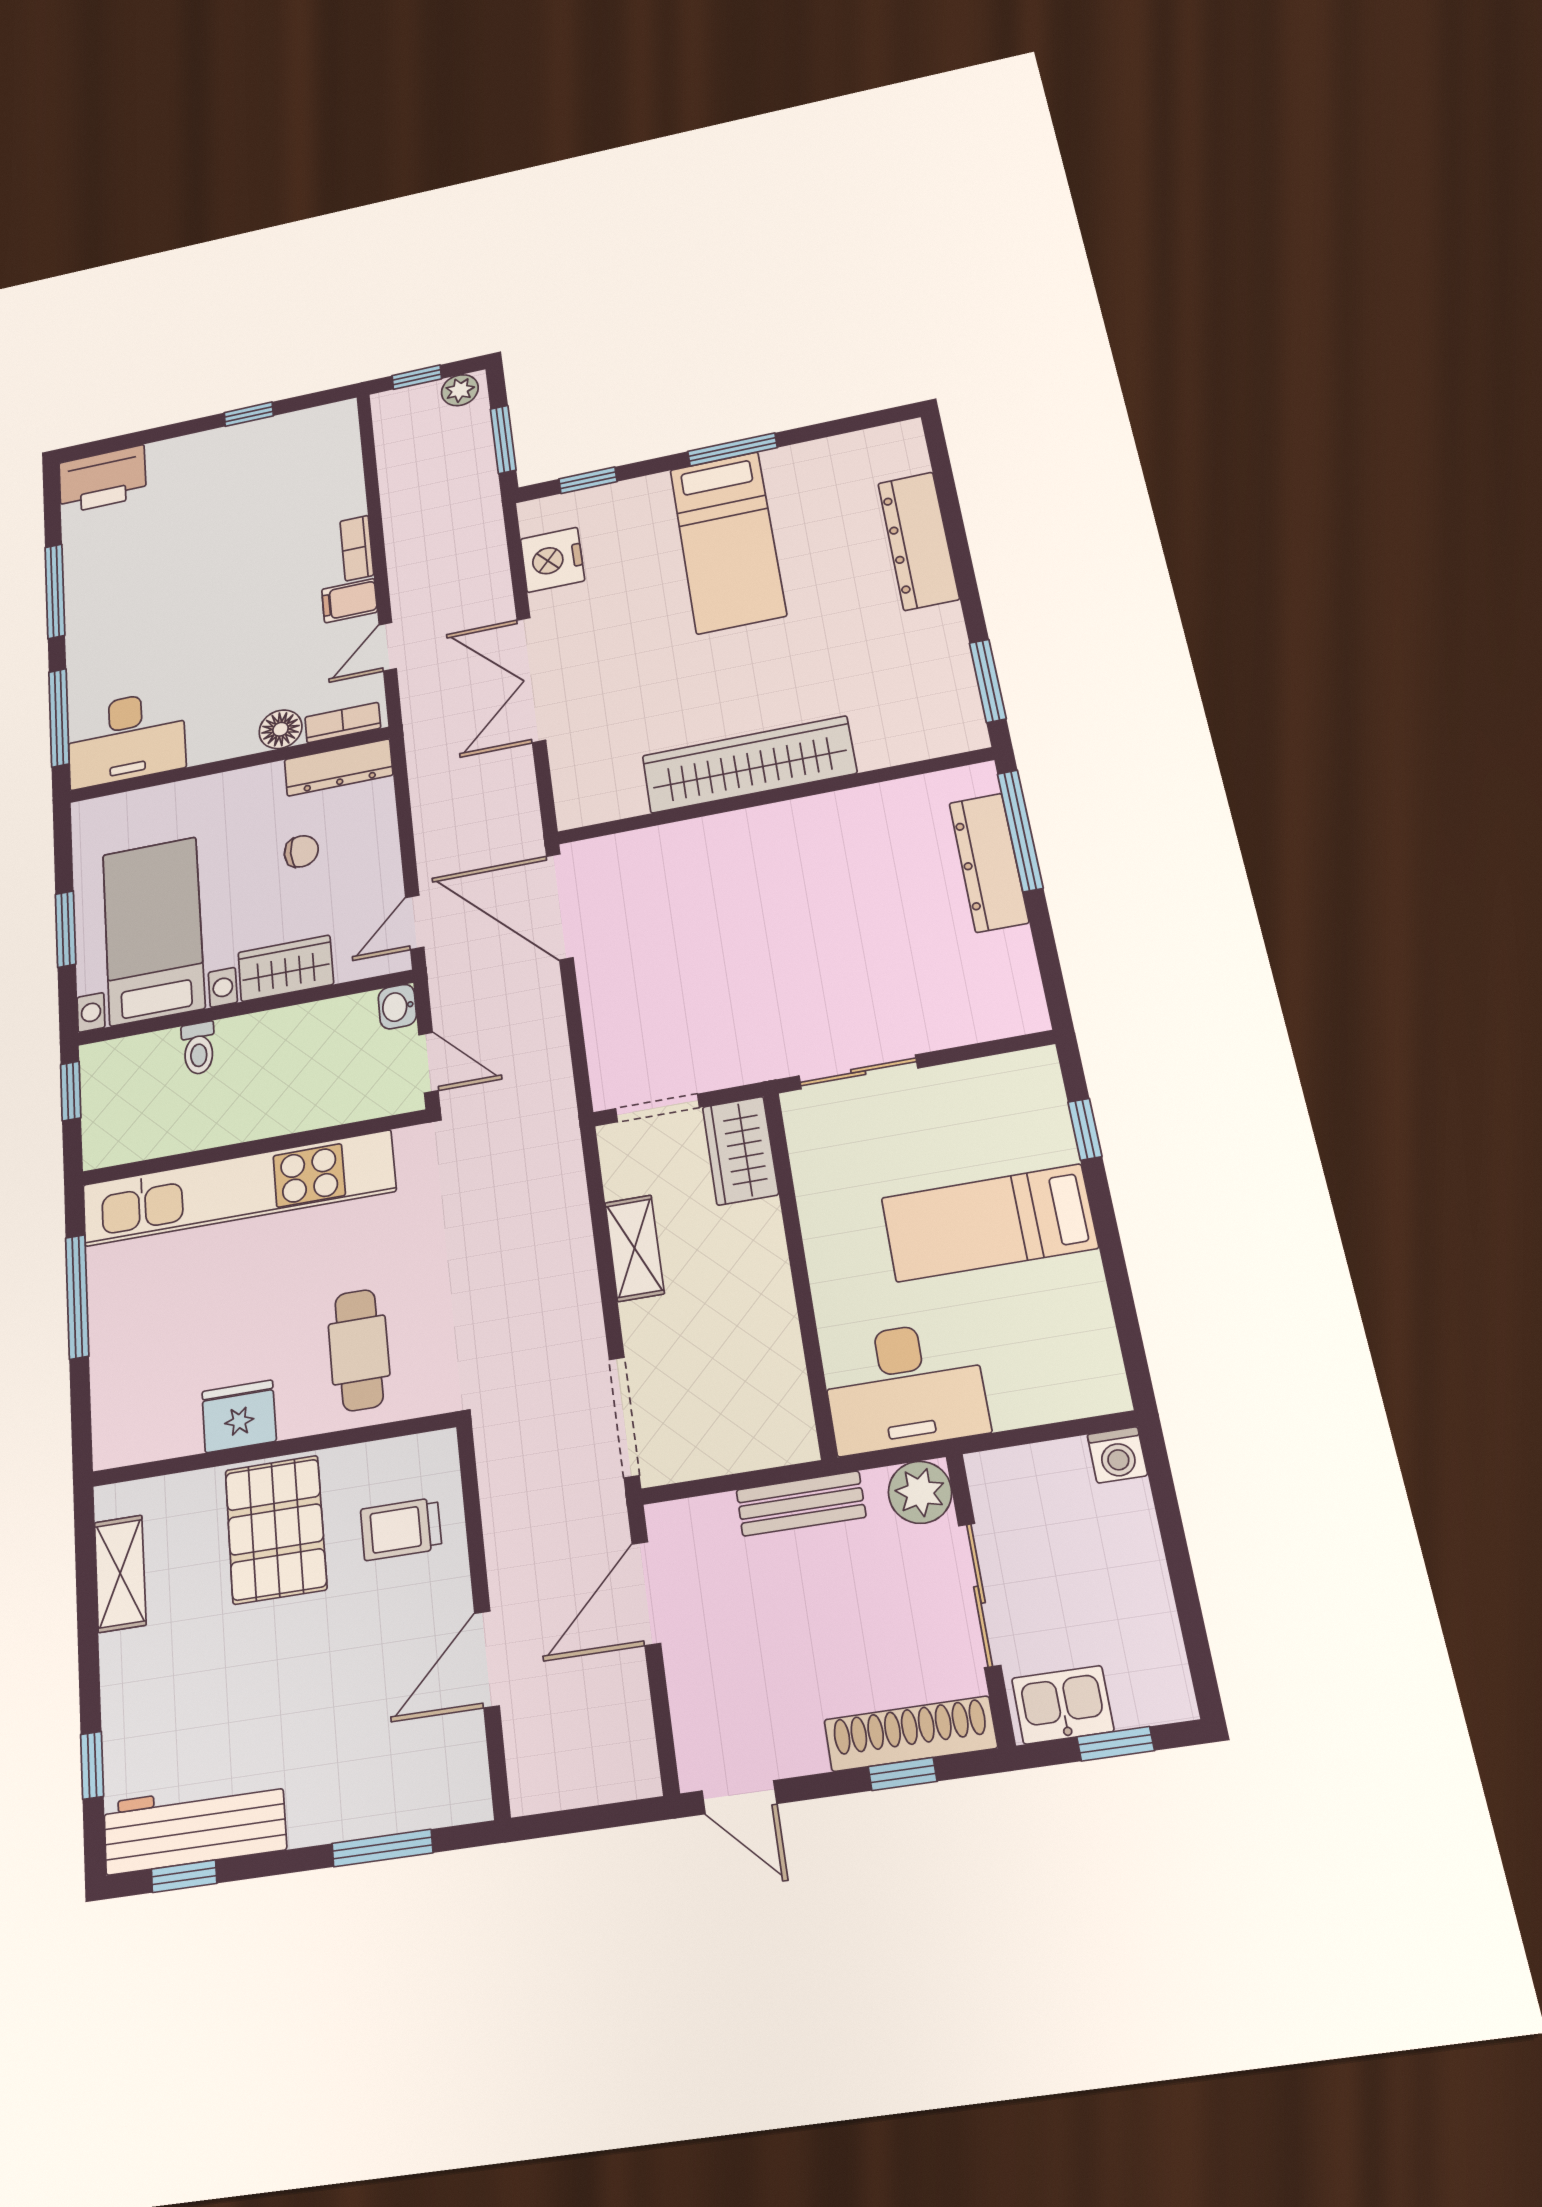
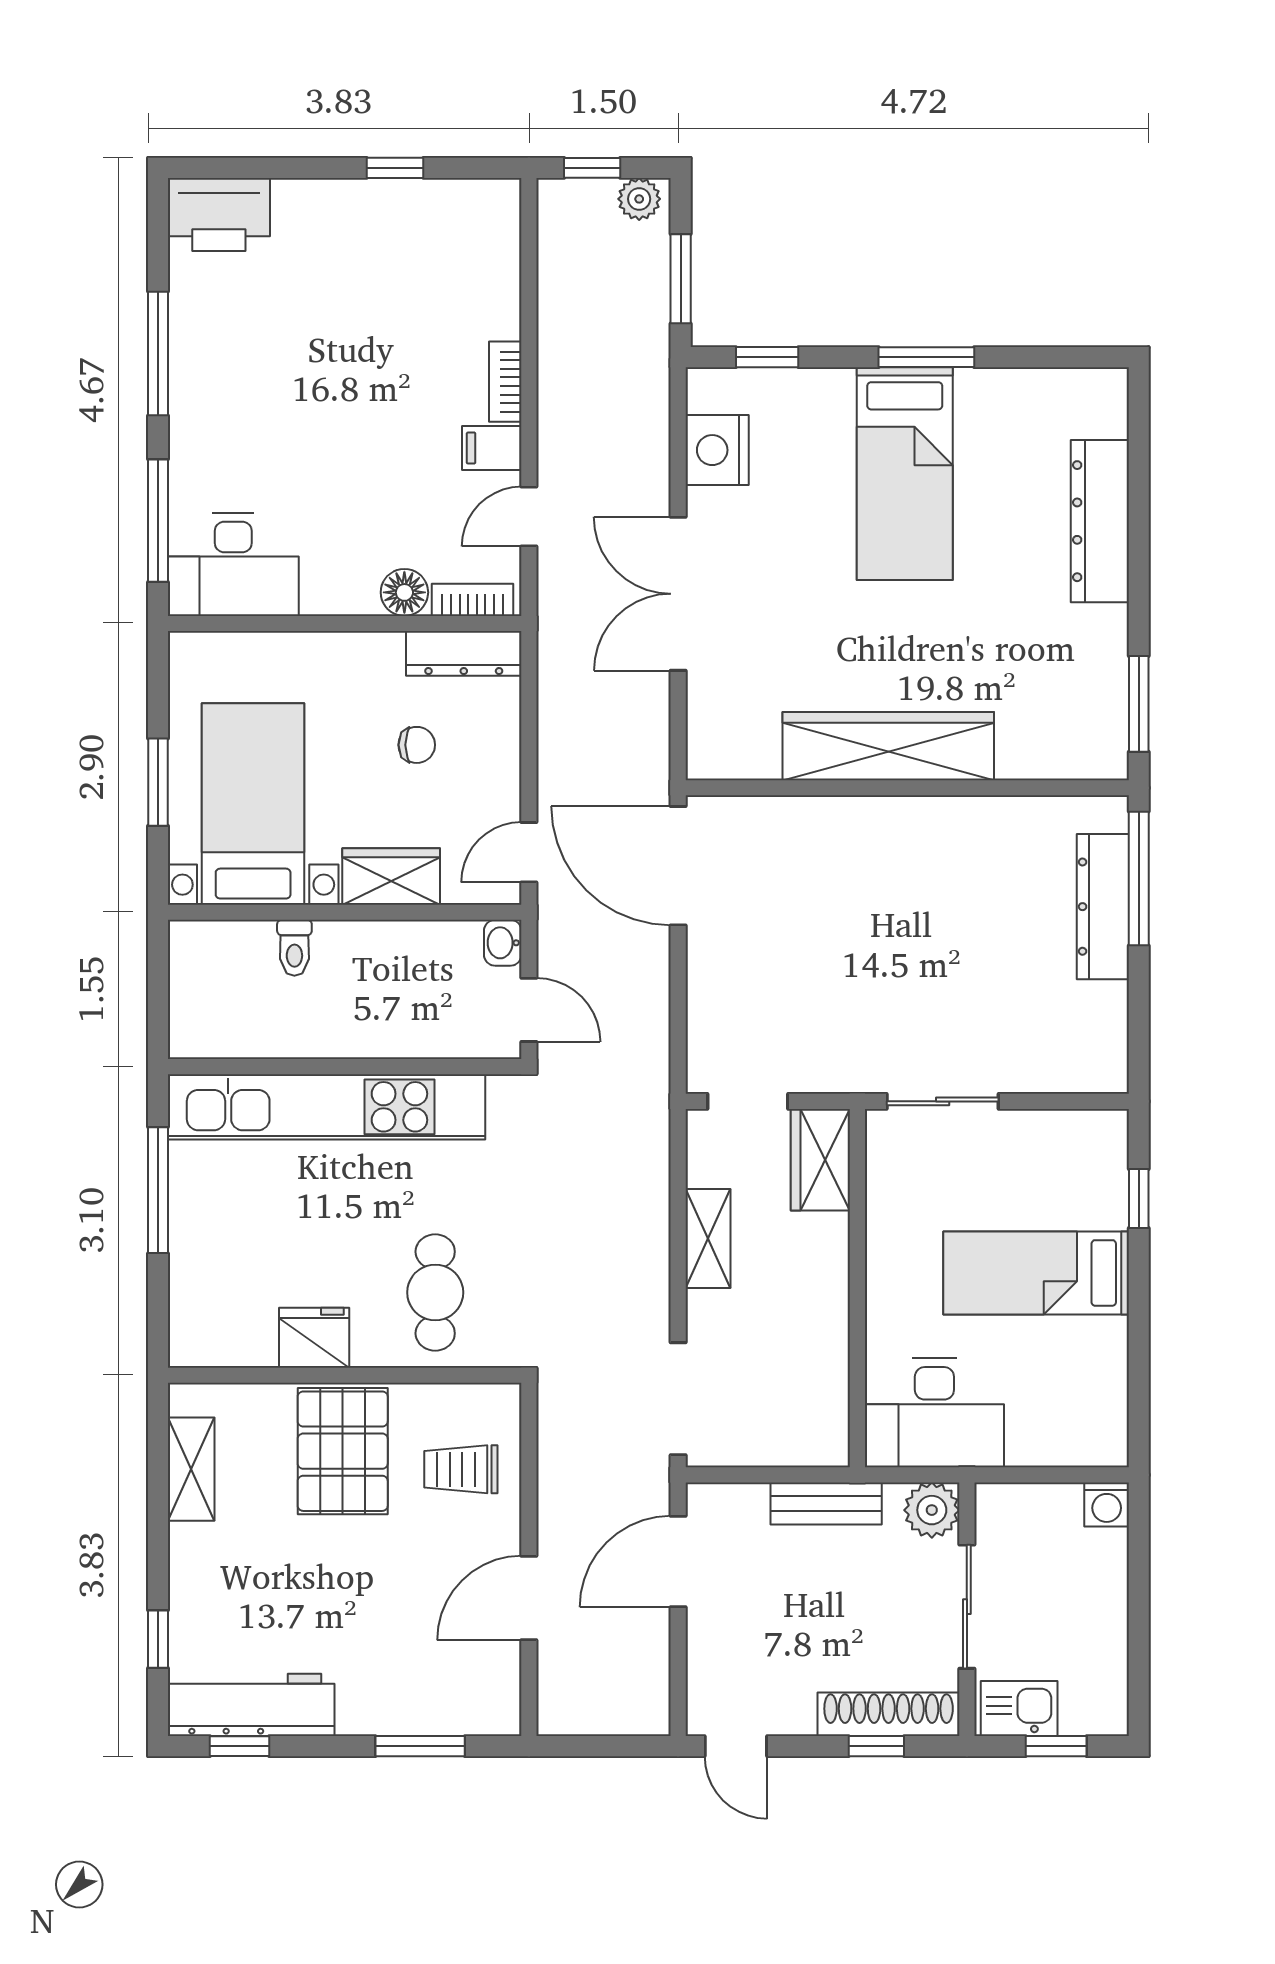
window: (71, 1091) -> (158, 969), removed

